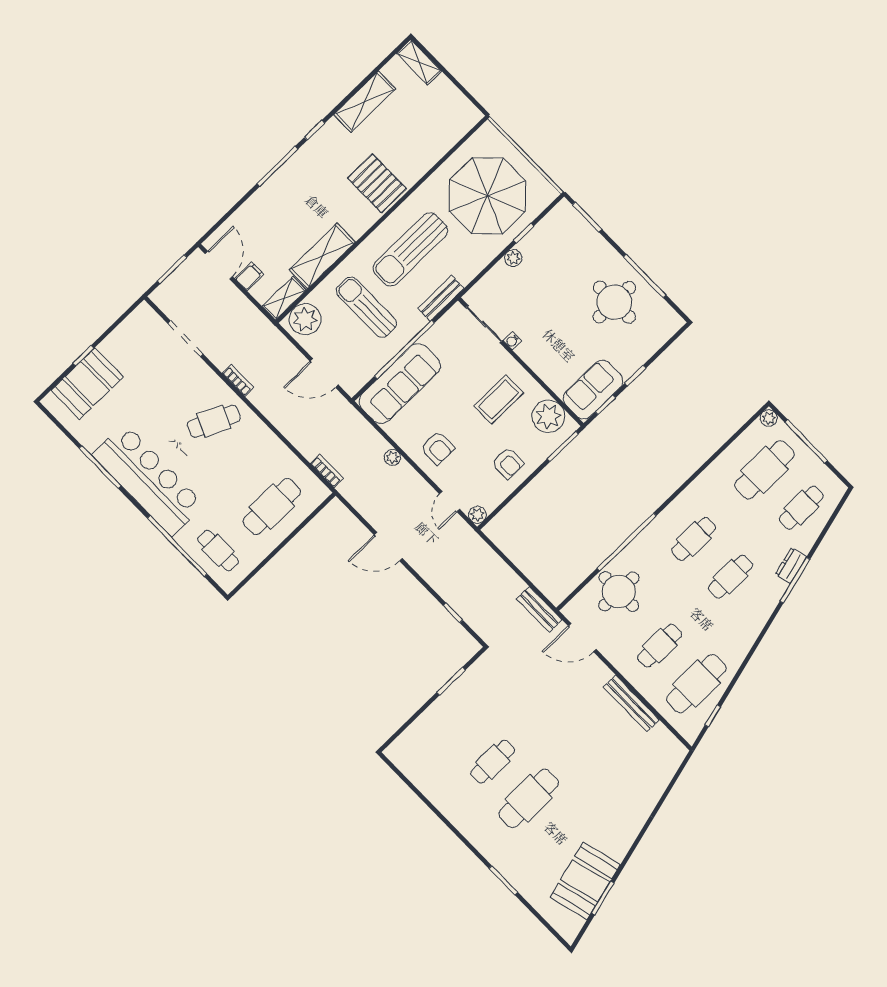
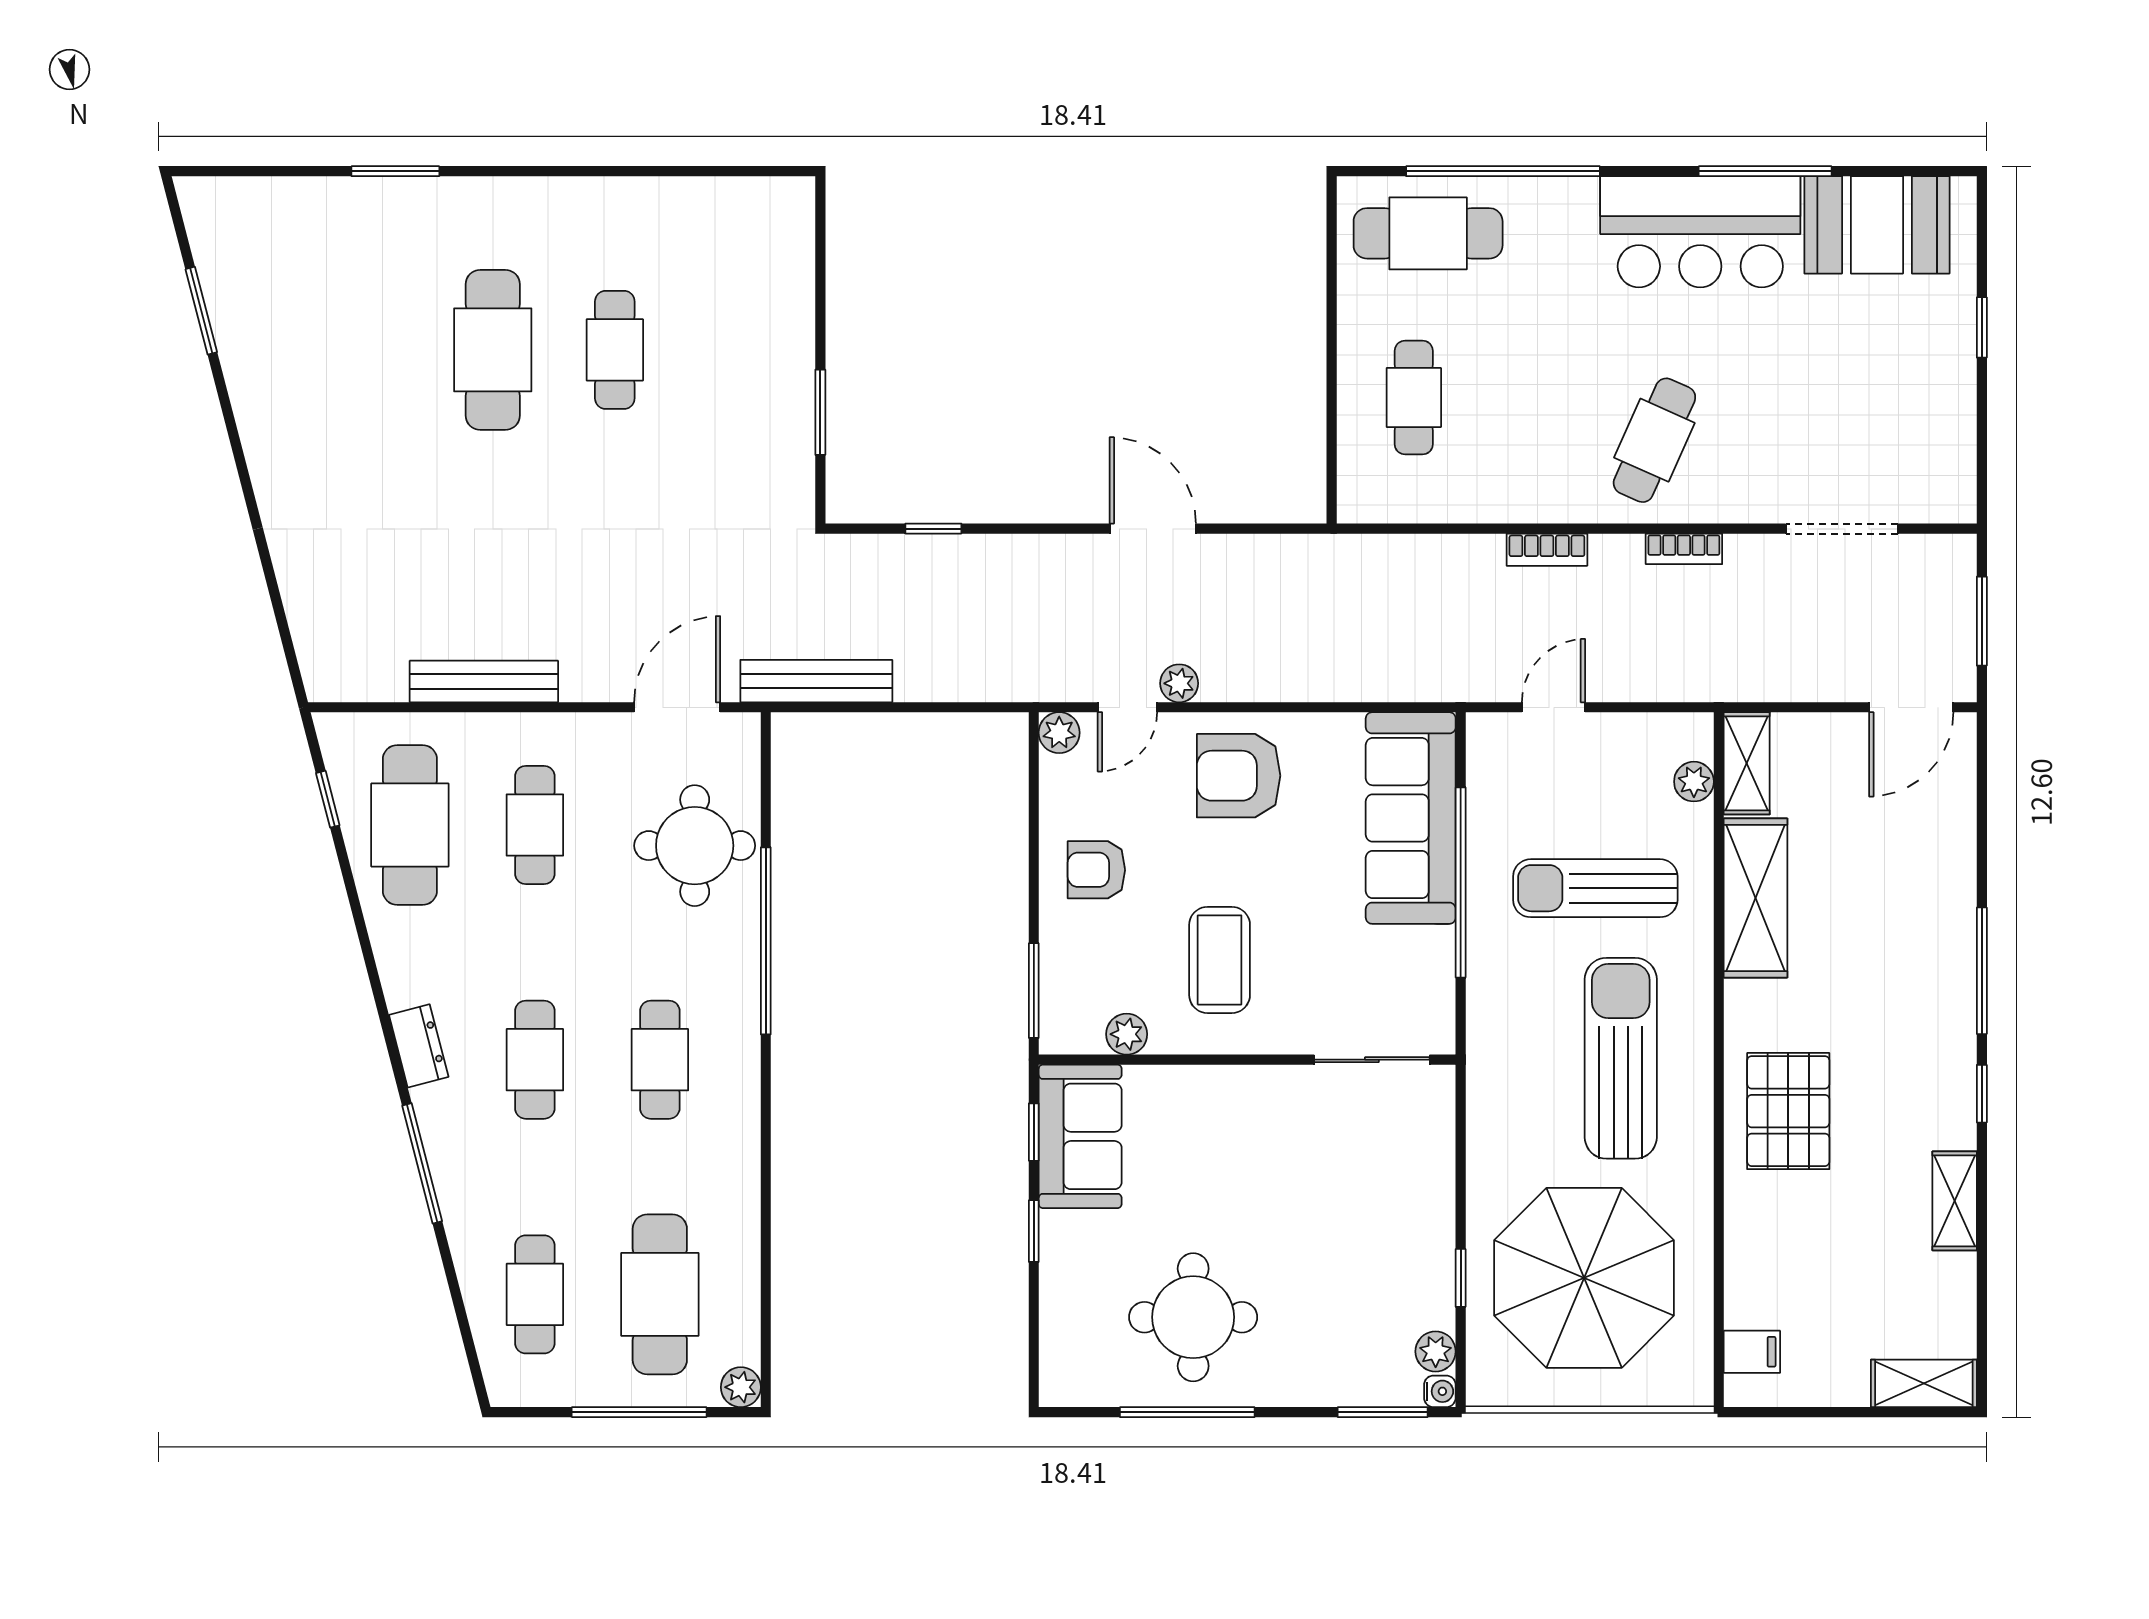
shelving: (365, 102) -> (1955, 1201), width x0.67, depth x0.75
pallet: (377, 183) -> (1788, 1111), turned 90
plant: (513, 258) -> (1436, 1351), moved
door: (219, 265) -> (1911, 707), hinge flipped
filing cabinet: (249, 276) -> (1752, 1352), moved, turned -90
bench: (441, 298) -> (1487, 1029), removed
sun lounger: (366, 307) -> (1595, 888), turned 180
plant: (305, 319) -> (1694, 782), width x0.53, depth x0.53
water cooler: (512, 341) -> (1440, 1391), moved, turned 90
door: (324, 373) -> (1553, 707), width x0.73
booth: (87, 384) -> (1877, 225), moved, turned 90
plant: (548, 416) -> (1127, 1034), width x0.53, depth x0.53
armchair: (438, 448) -> (1239, 776), width x1.38, depth x1.38
plant: (392, 457) -> (1179, 683), moved
bookcase: (327, 471) -> (1547, 550), moved
bar counter: (148, 480) -> (1700, 232), width x0.73
door: (450, 502) -> (1127, 707), swing flipped
cafe table: (272, 506) -> (1414, 398), width x0.73, depth x0.74
door: (388, 547) -> (1153, 529), hinge flipped
cafe table: (218, 550) -> (1428, 233), width x1.37, depth x1.35
dresser: (791, 565) -> (419, 1046), moved
bench: (539, 609) -> (816, 681), width x1.36
booth: (585, 881) -> (259, 309), removed

